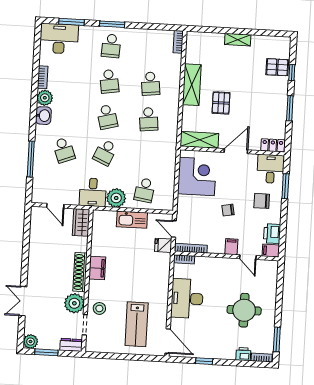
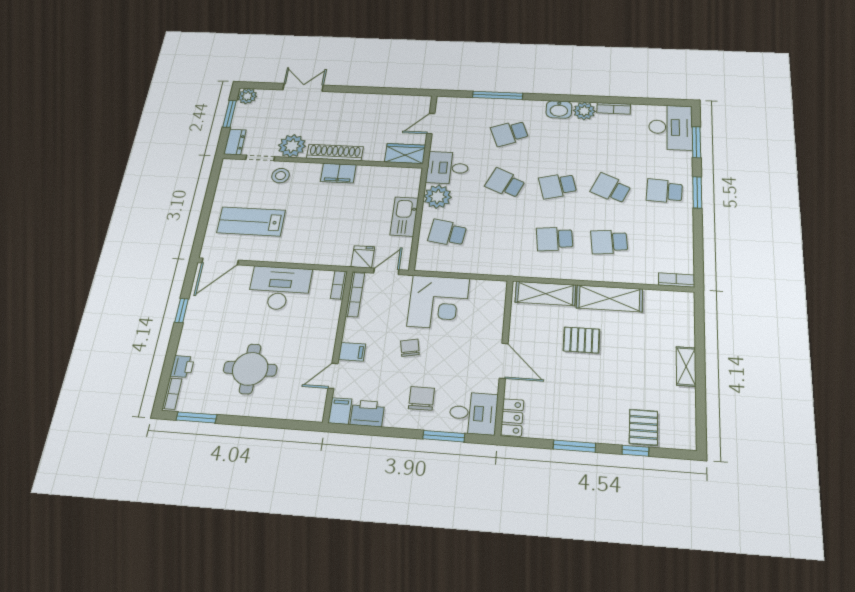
school desk: (109, 81) -> (611, 188), turned 33
shelving: (199, 140) -> (545, 294), moved, turned 90
corner desk: (197, 177) -> (438, 302), moved

